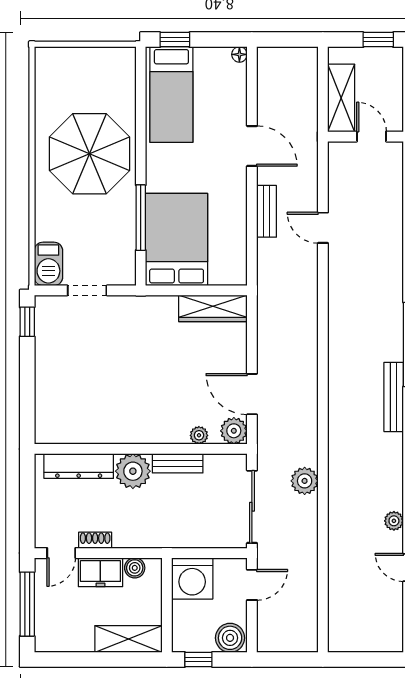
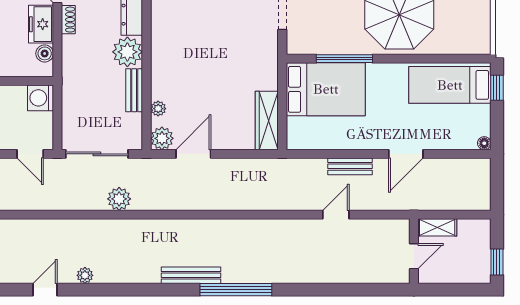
shelving: (341, 98) -> (437, 227), width x0.67, depth x0.75
washing machine: (192, 578) -> (40, 98), width x0.73, depth x0.73

